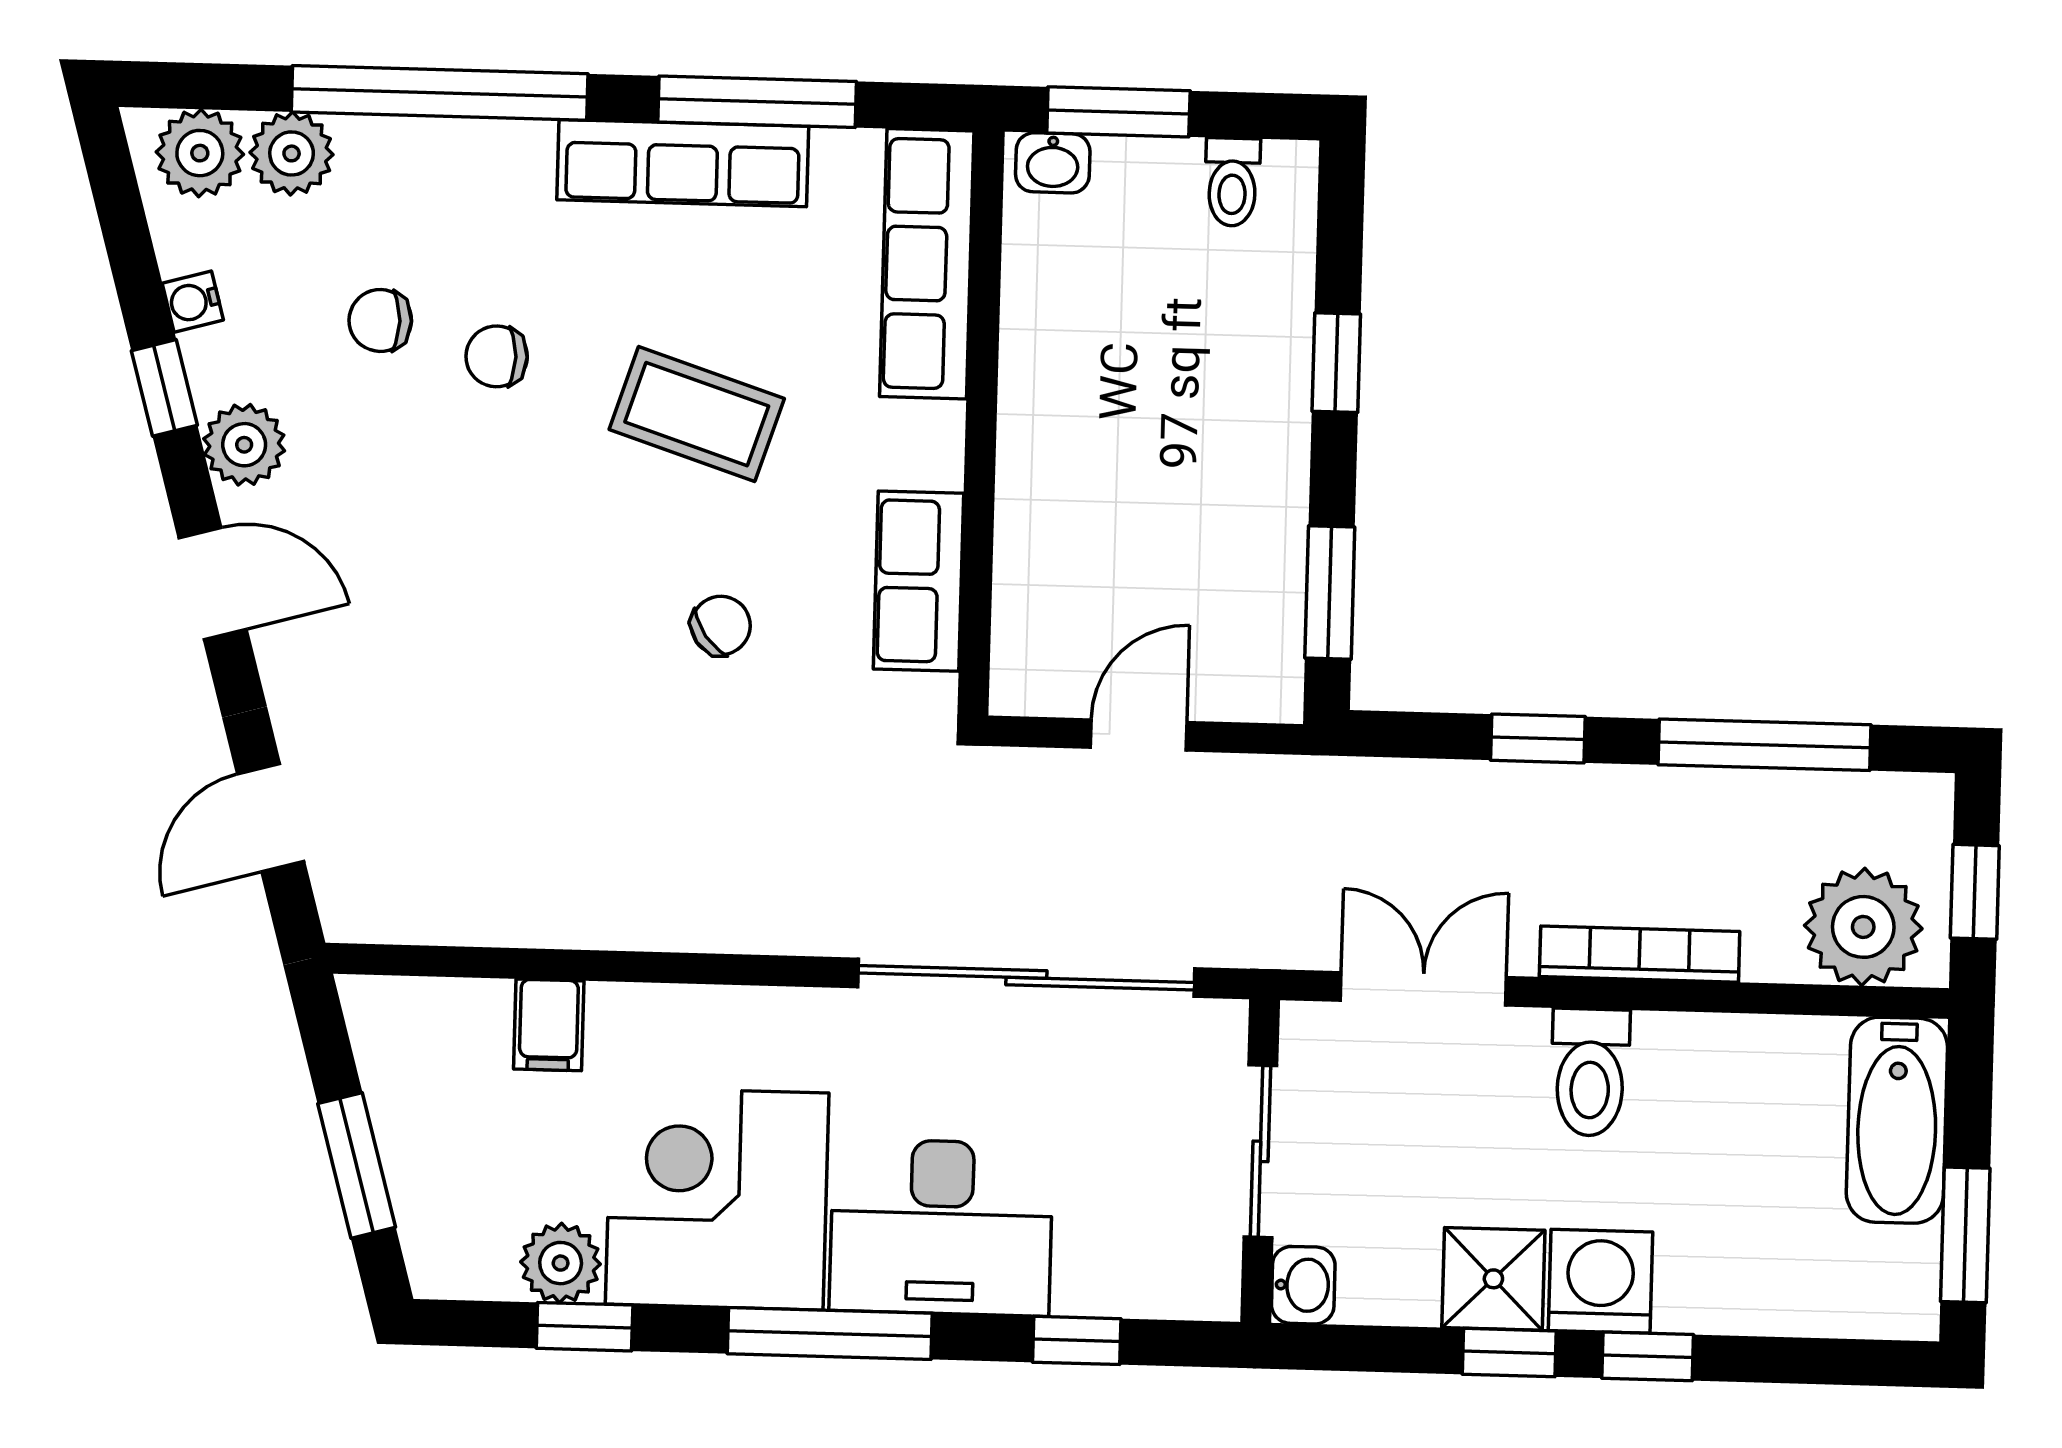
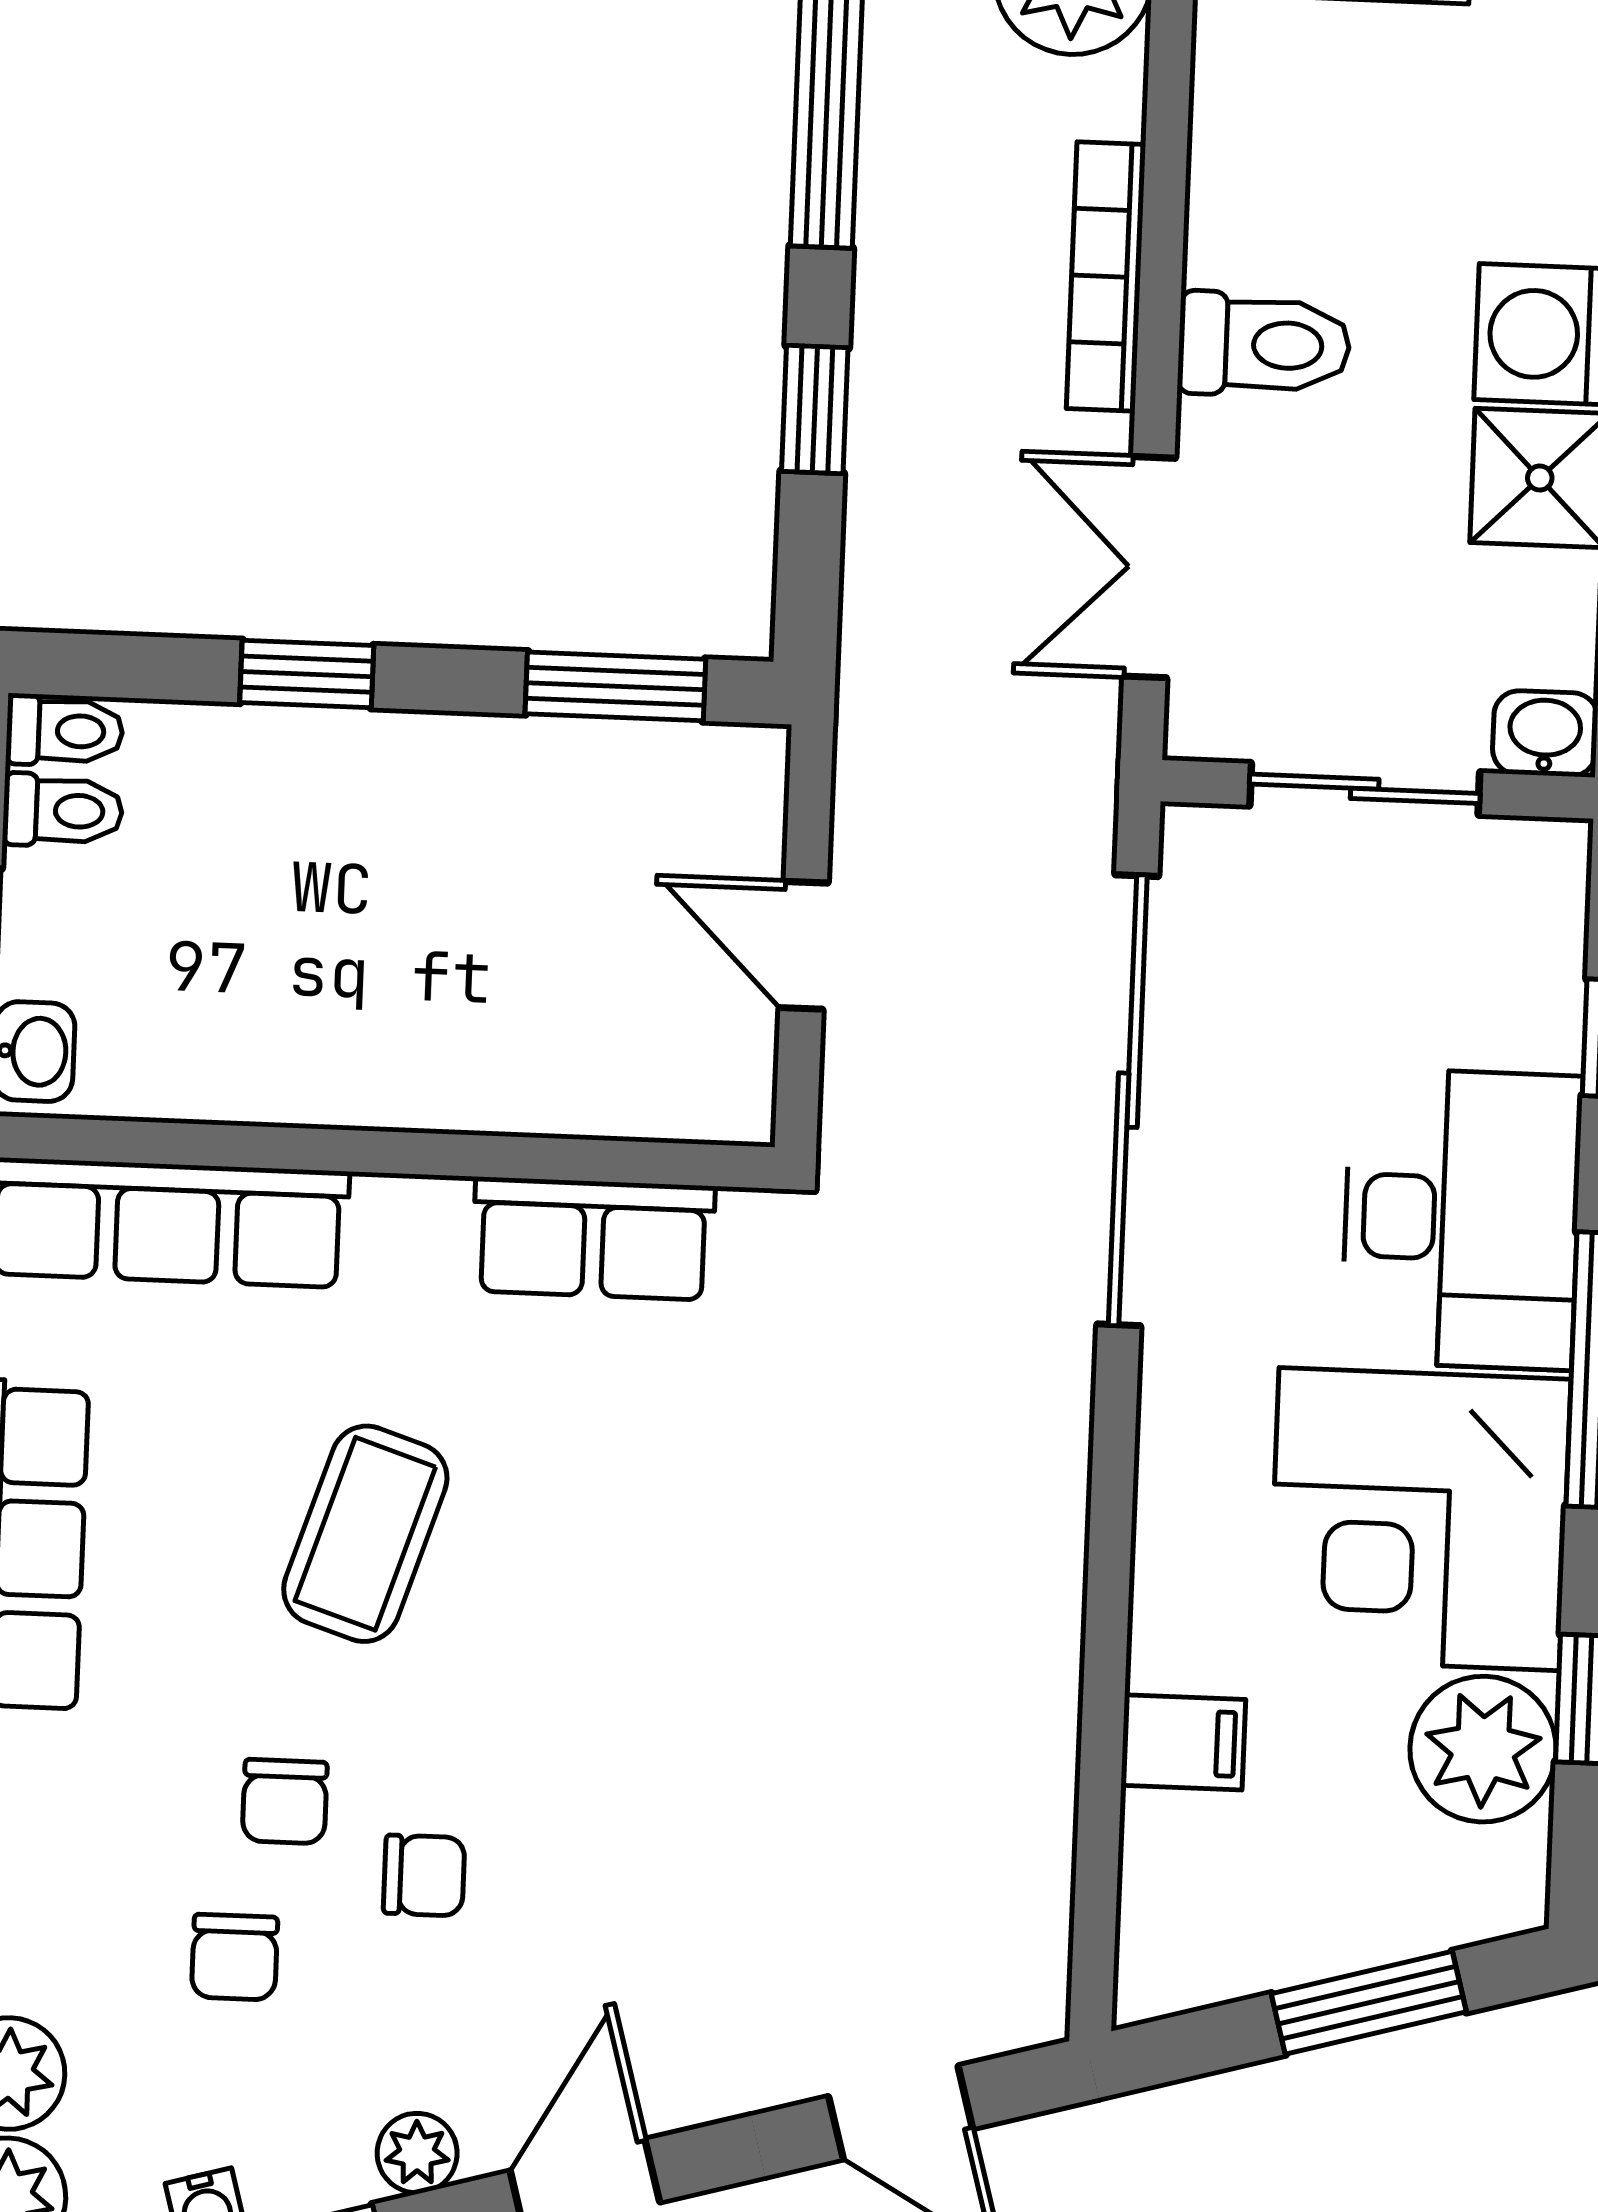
toilet: (1292, 183) -> (64, 731), added
plant: (244, 445) -> (417, 2153), width x0.73, depth x0.73
chair: (721, 626) -> (424, 1875), moved, turned 126
plant: (561, 1263) -> (1483, 1749), width x1.36, depth x1.36

